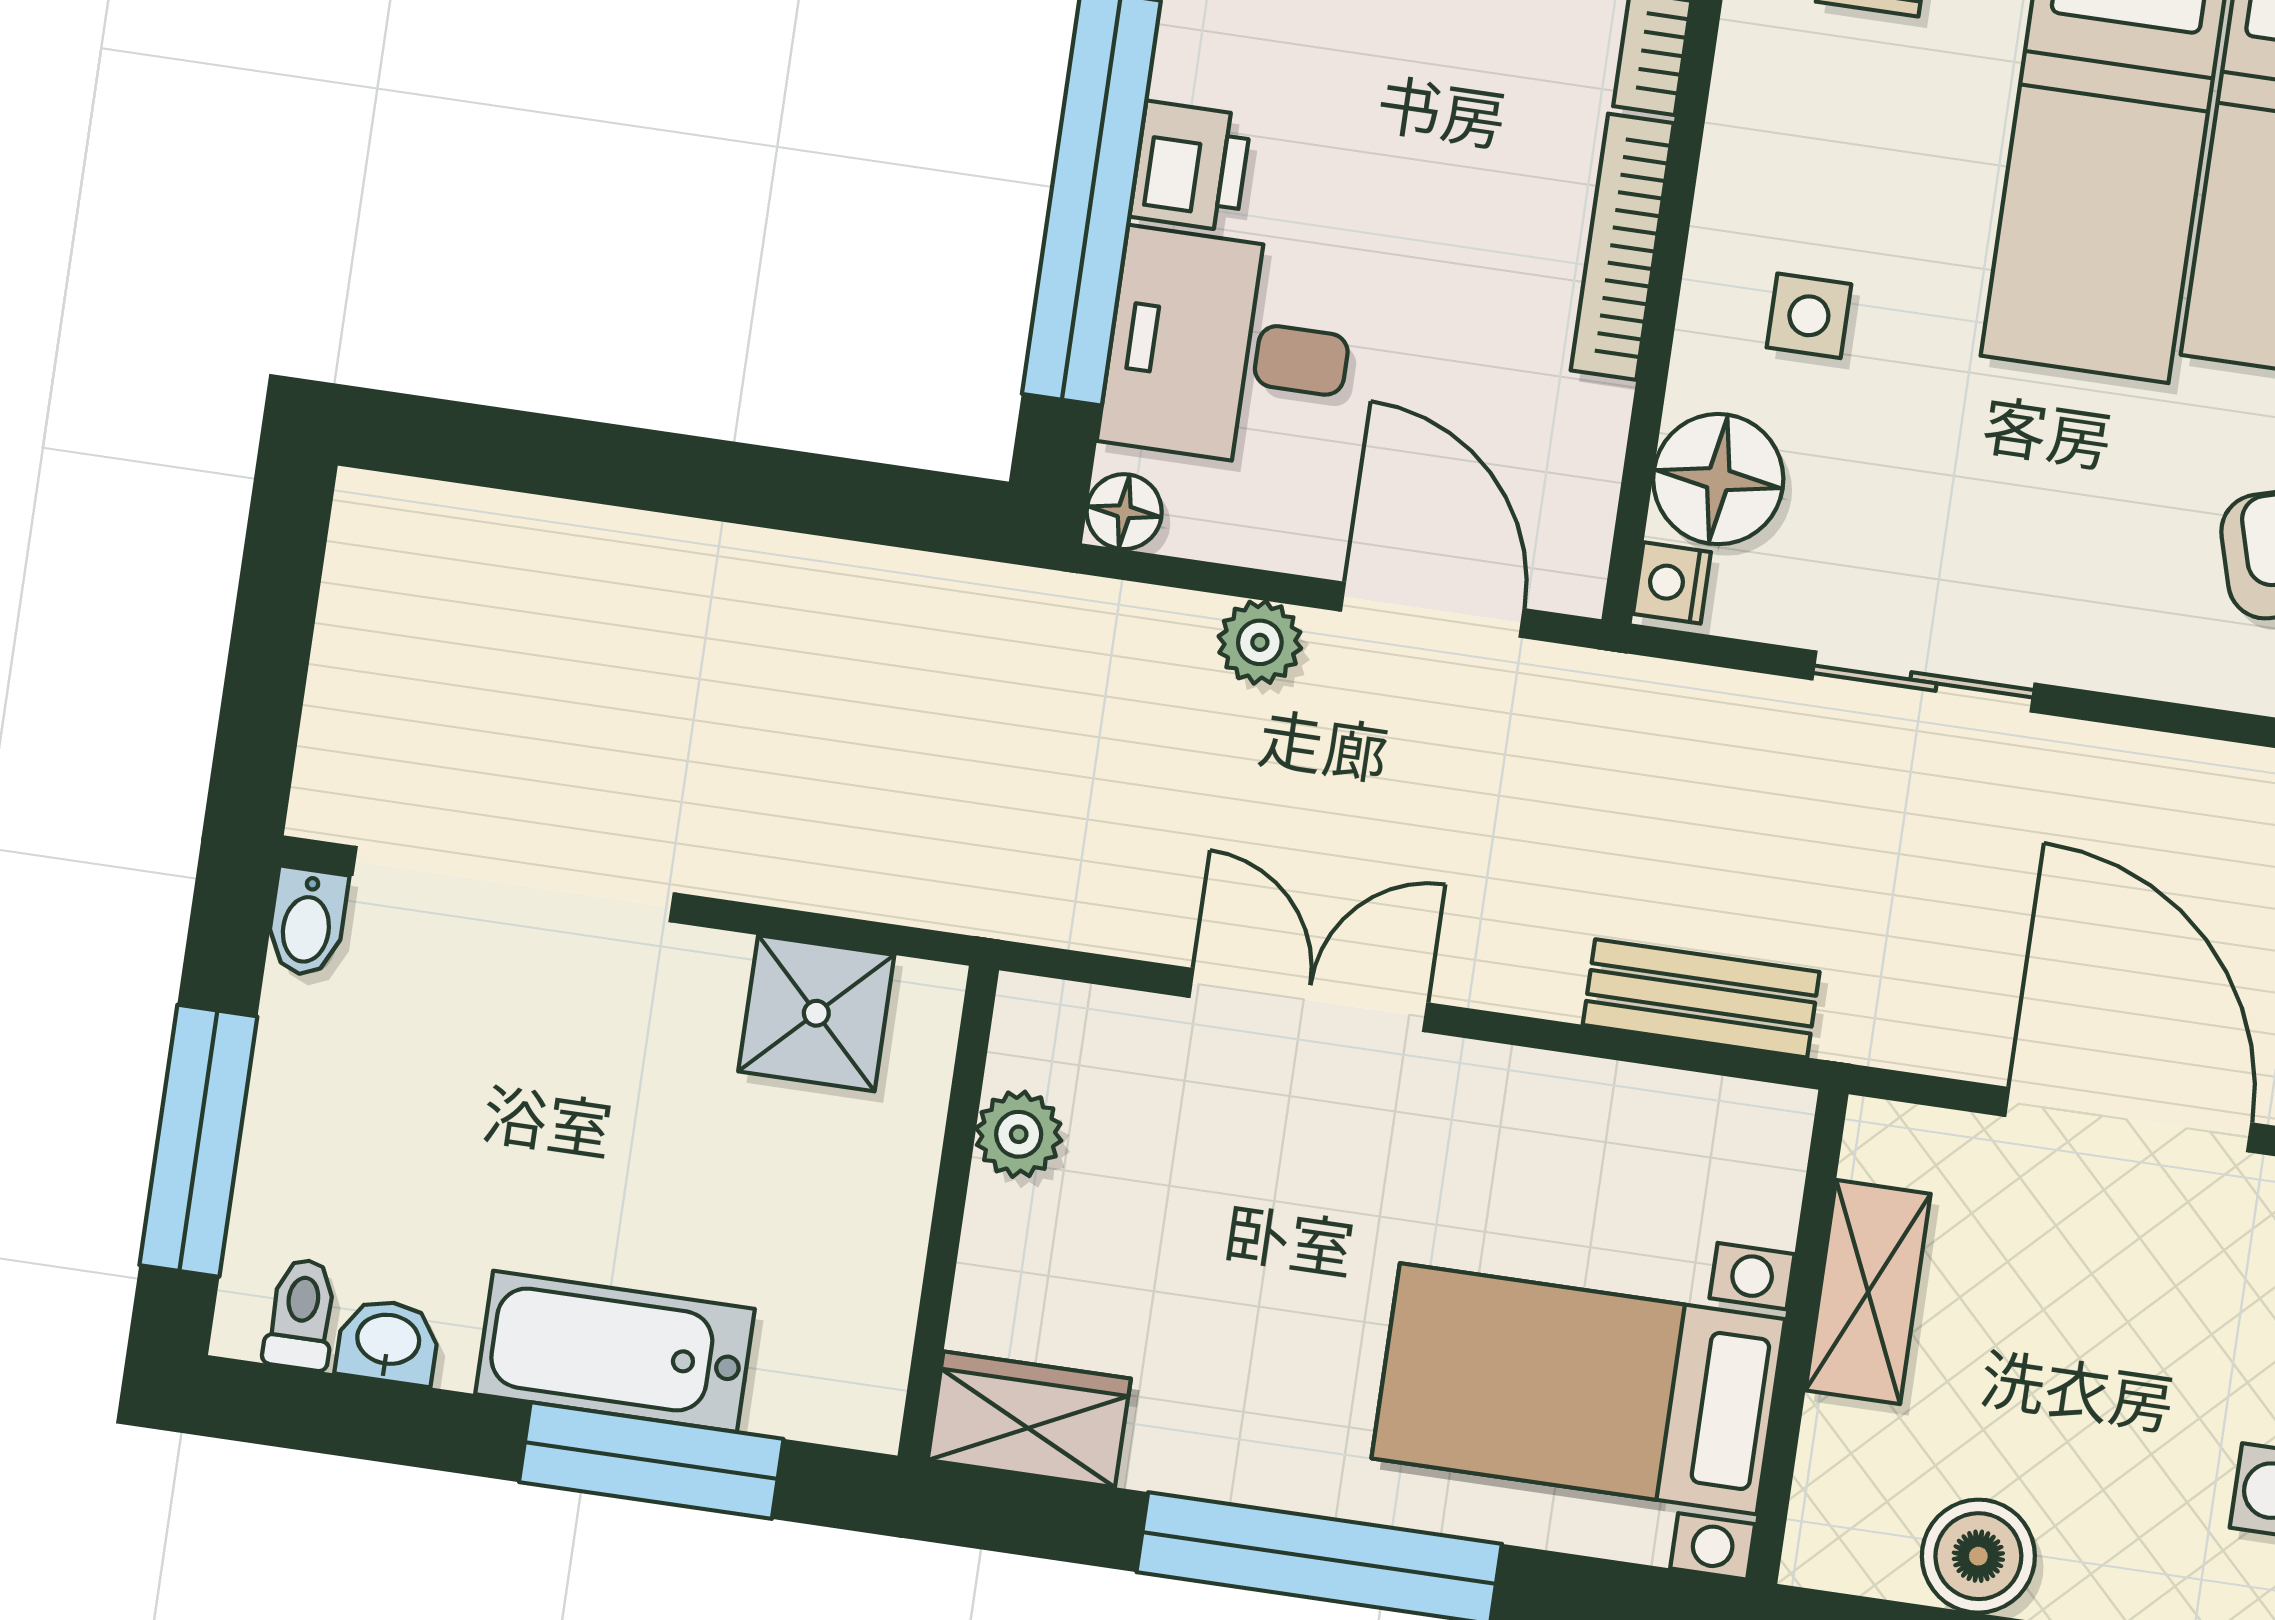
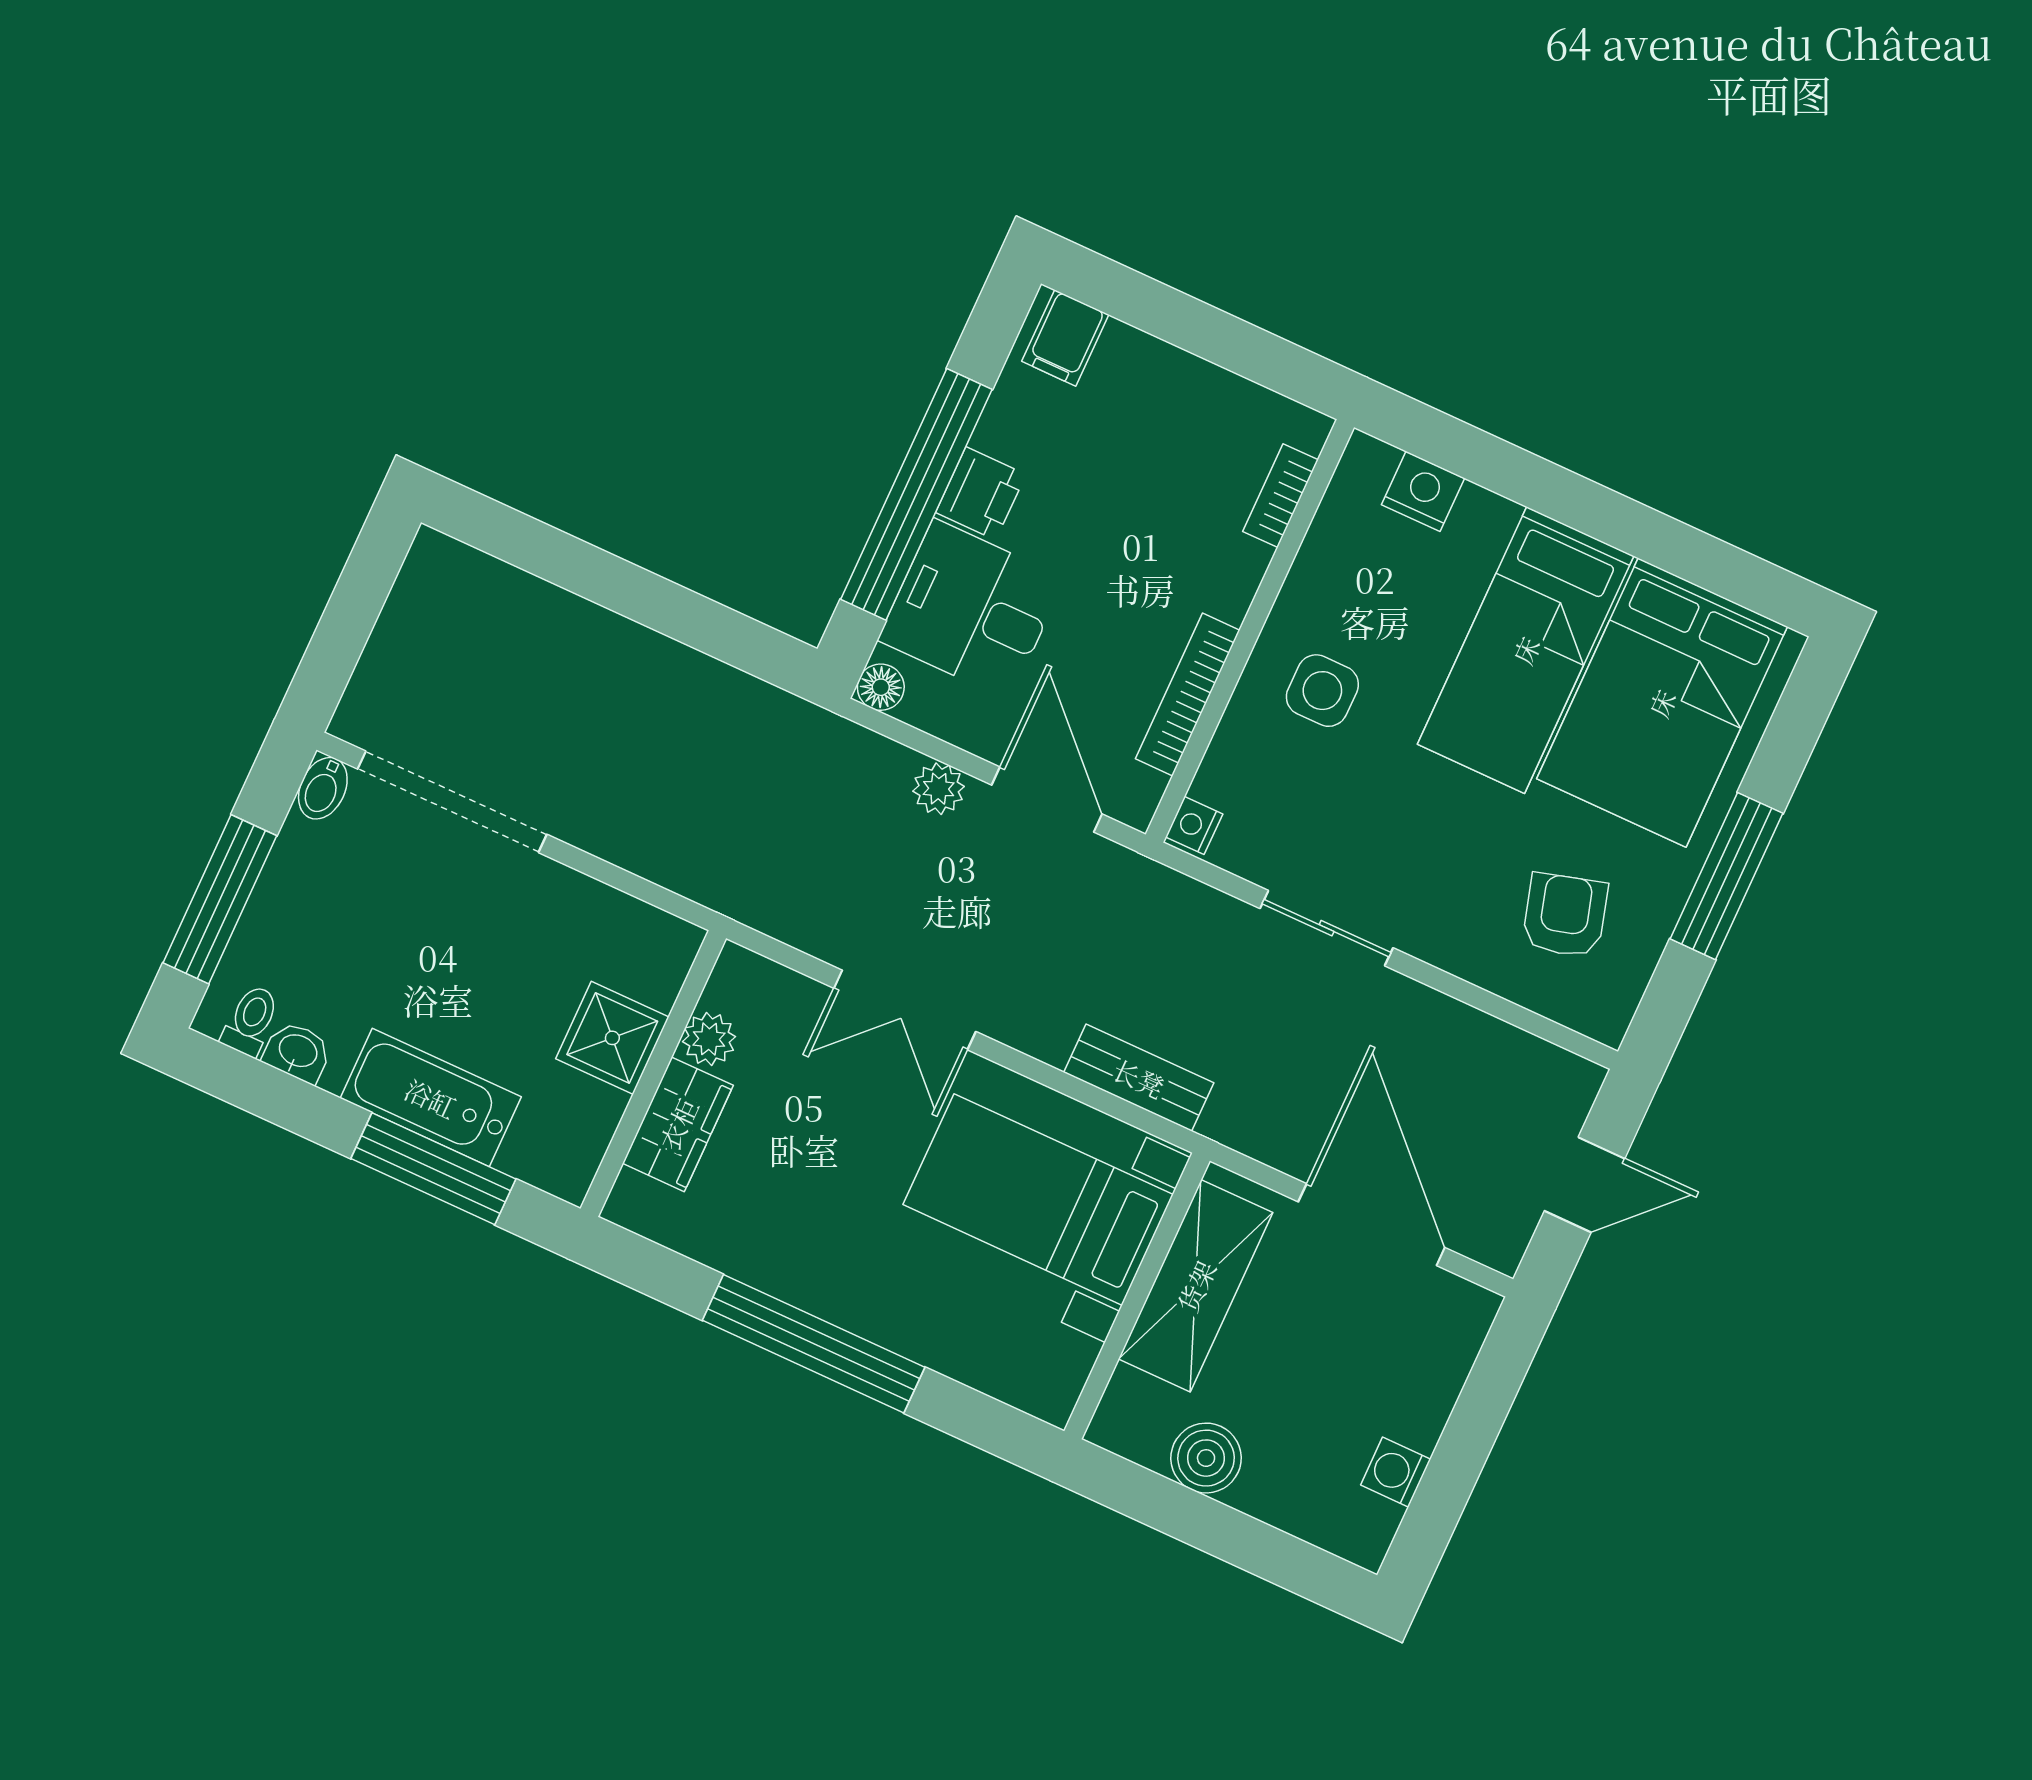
bookcase: (1622, 247) -> (1188, 694), moved
side table: (1809, 316) -> (1322, 691), width x1.37, depth x1.37
floor lamp: (1718, 479) -> (1240, 772), removed
double door: (1308, 1000) -> (905, 1010), swing flipped
shower: (816, 1013) -> (612, 1038), moved
shelving: (1868, 1292) -> (1196, 1286), width x1.50, depth x1.33
bed with nightstands: (1578, 1389) -> (1038, 1200), moved
wardrobe: (1029, 1419) -> (678, 1124), moved, turned 90

